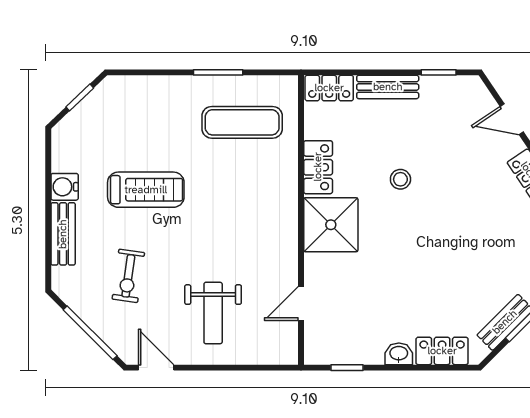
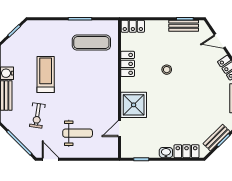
bench: (388, 87) -> (184, 26), moved
treadmill: (146, 190) -> (46, 75), turned -90
shower: (331, 225) -> (134, 105), moved
weight bench: (213, 313) -> (78, 133), turned -90

